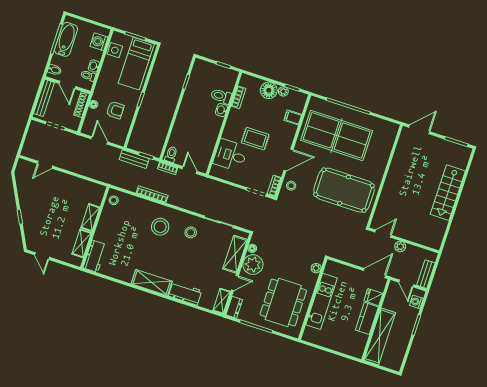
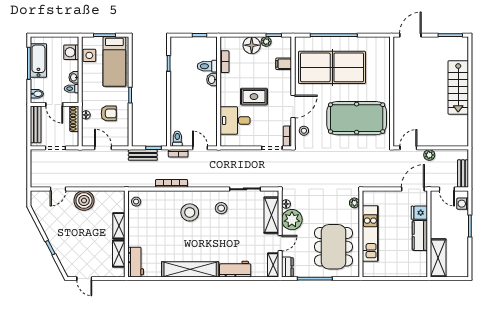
boiler: (66, 183) -> (84, 200), added
shelving: (152, 283) -> (190, 269), width x1.47
shelving: (380, 336) -> (438, 258), width x0.68

